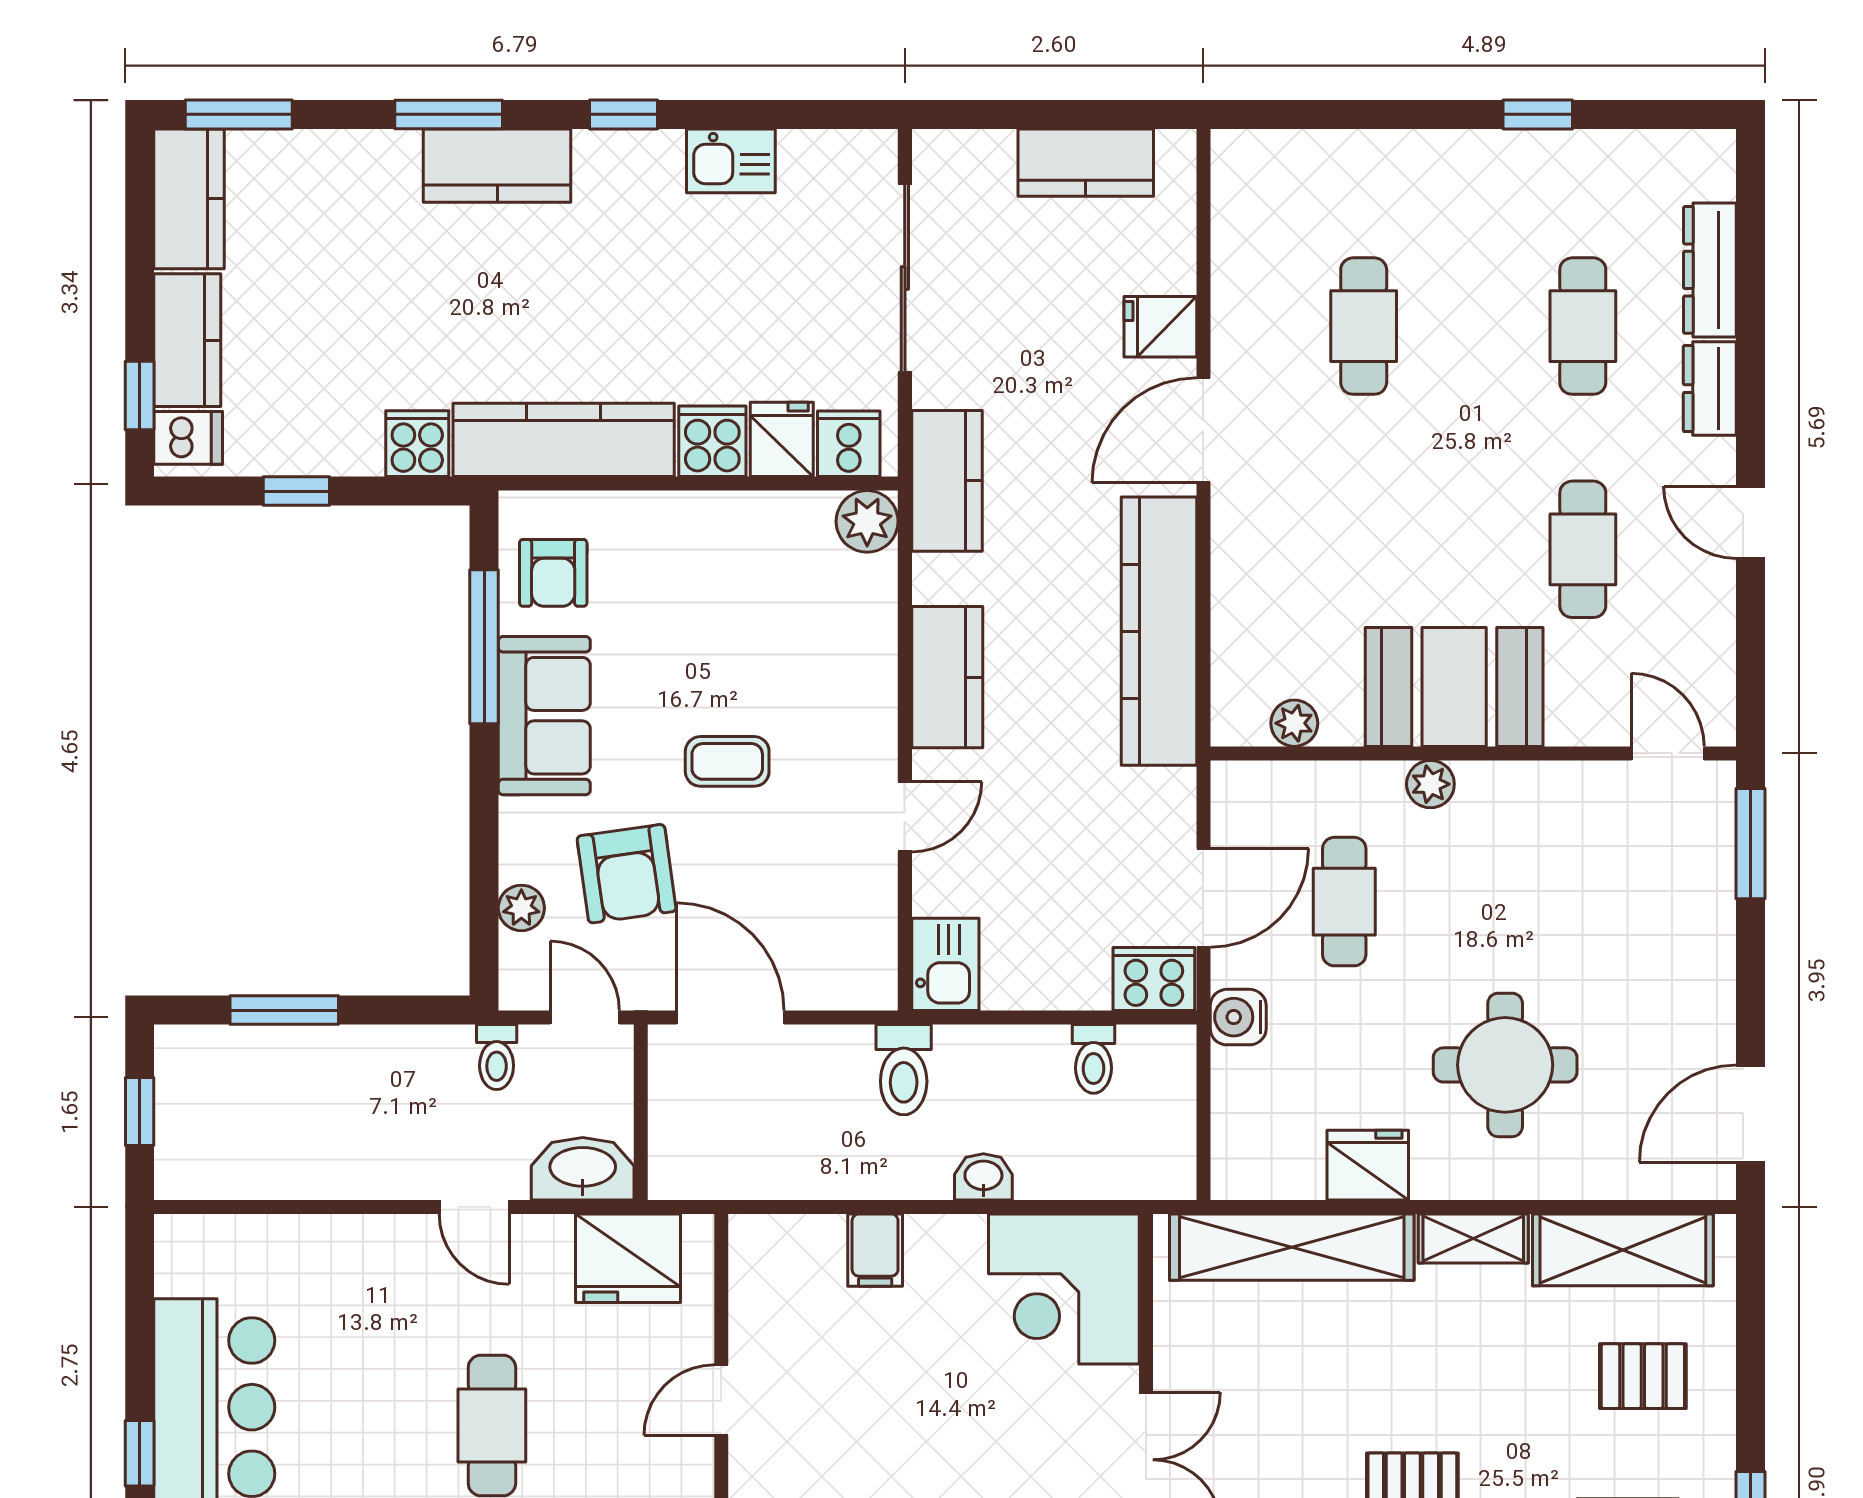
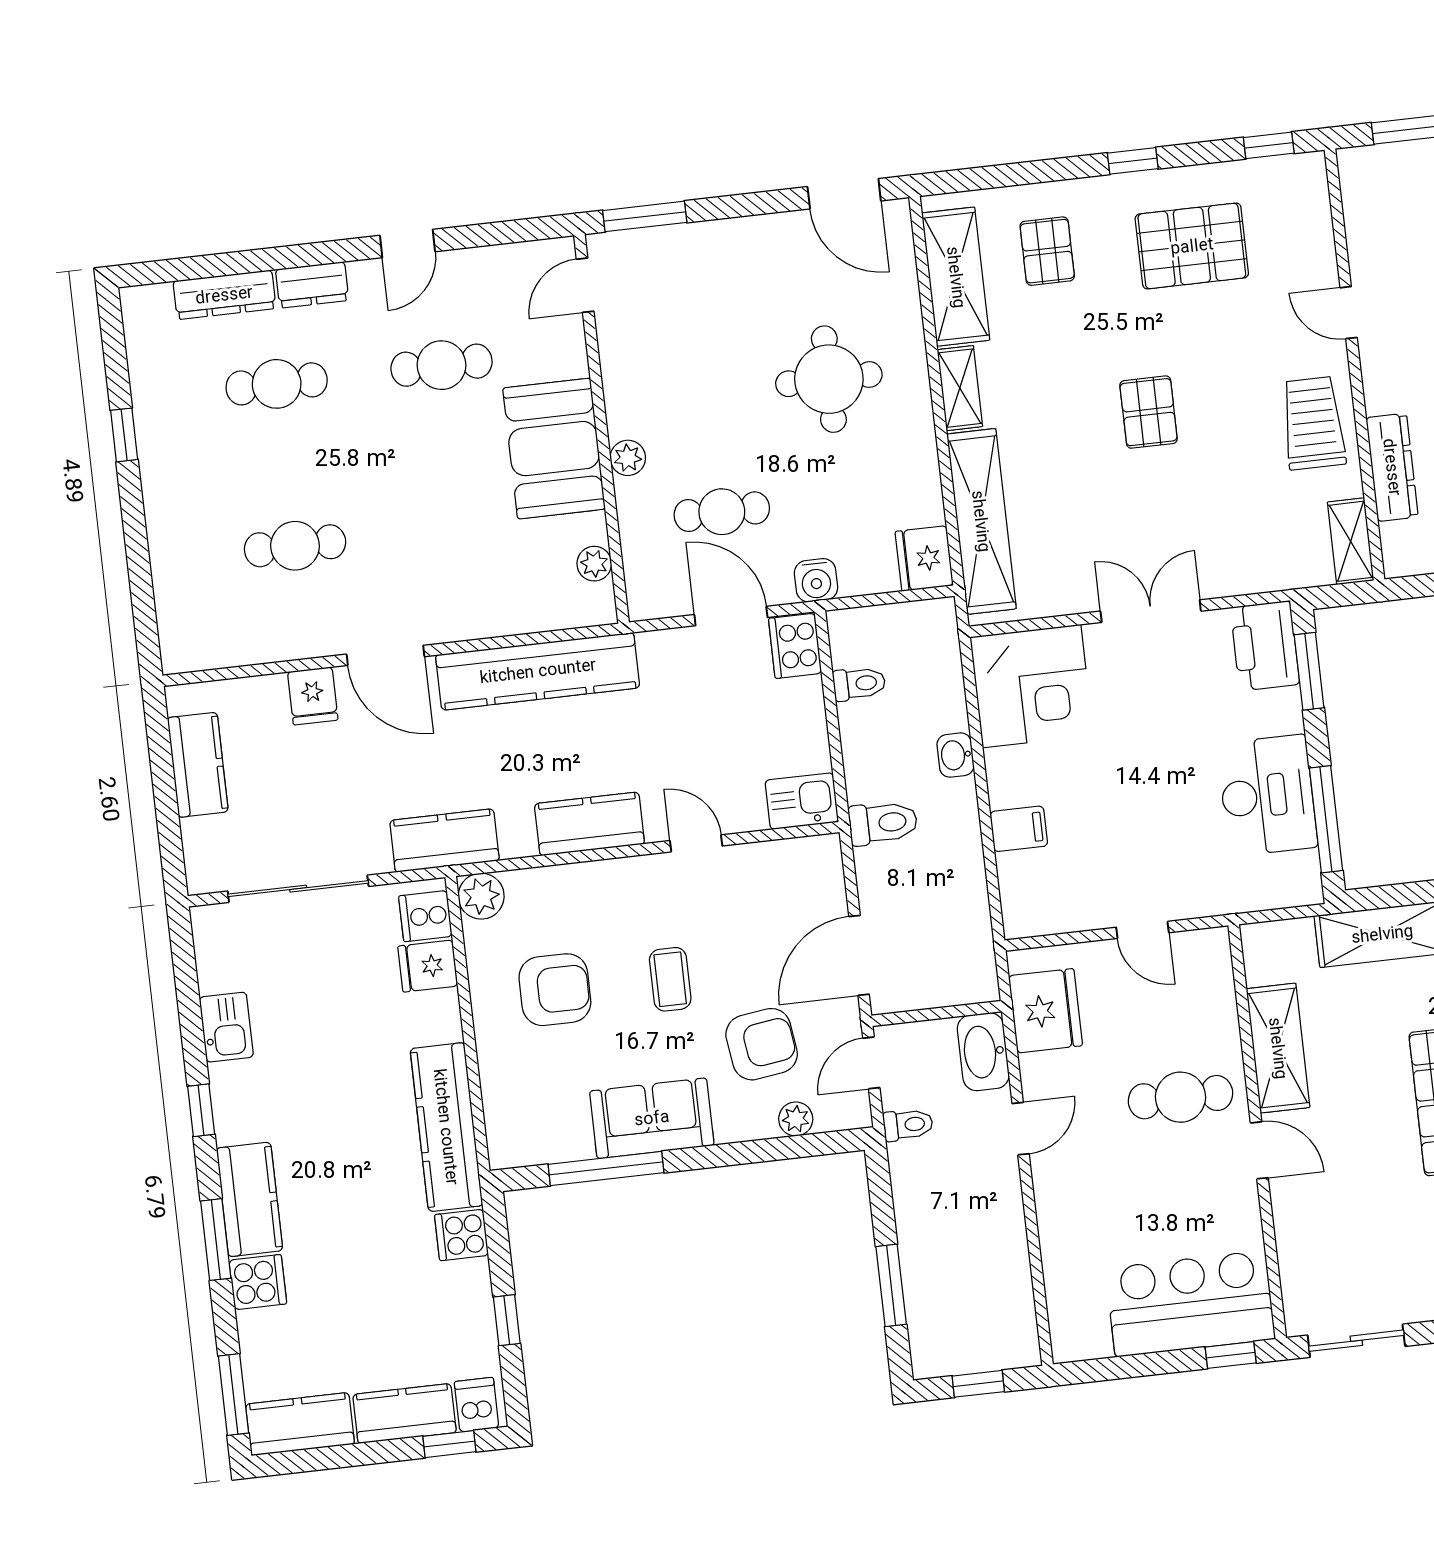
cooker: (712, 441) -> (258, 1282), moved, turned 180
armchair: (553, 573) -> (555, 990), moved, width x1.38, depth x1.38
fridge: (1368, 1165) -> (924, 558), moved

